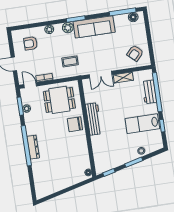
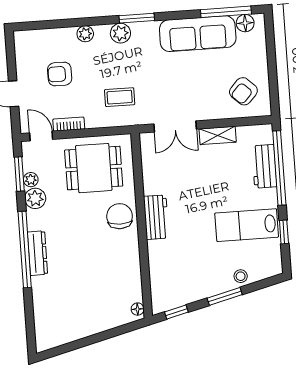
sofa: (94, 27) -> (198, 34), moved
armchair: (31, 43) -> (60, 74), moved
plant: (30, 118) -> (35, 198), added
workbench: (94, 119) -> (156, 217), width x0.73
chair: (75, 124) -> (120, 216), turned 90

